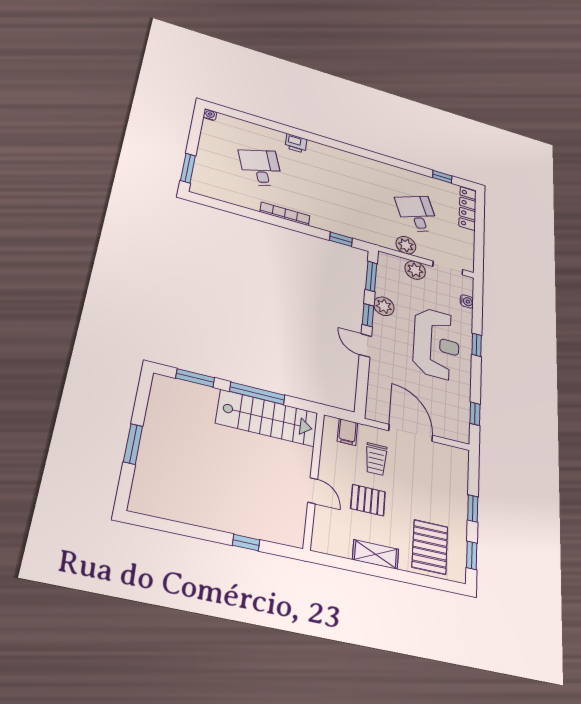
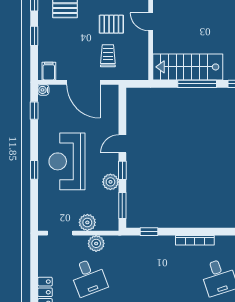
water cooler: (467, 301) -> (43, 90), moved
door: (365, 346) -> (122, 144), swing flipped
filing cabinet: (347, 432) -> (49, 71), moved

